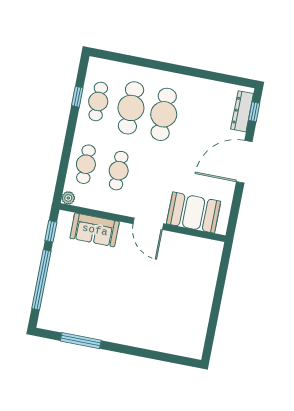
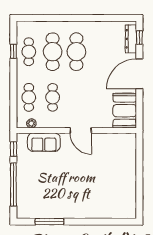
plant: (68, 198) -> (31, 123), moved
booth: (194, 212) -> (125, 111), moved, turned 90

